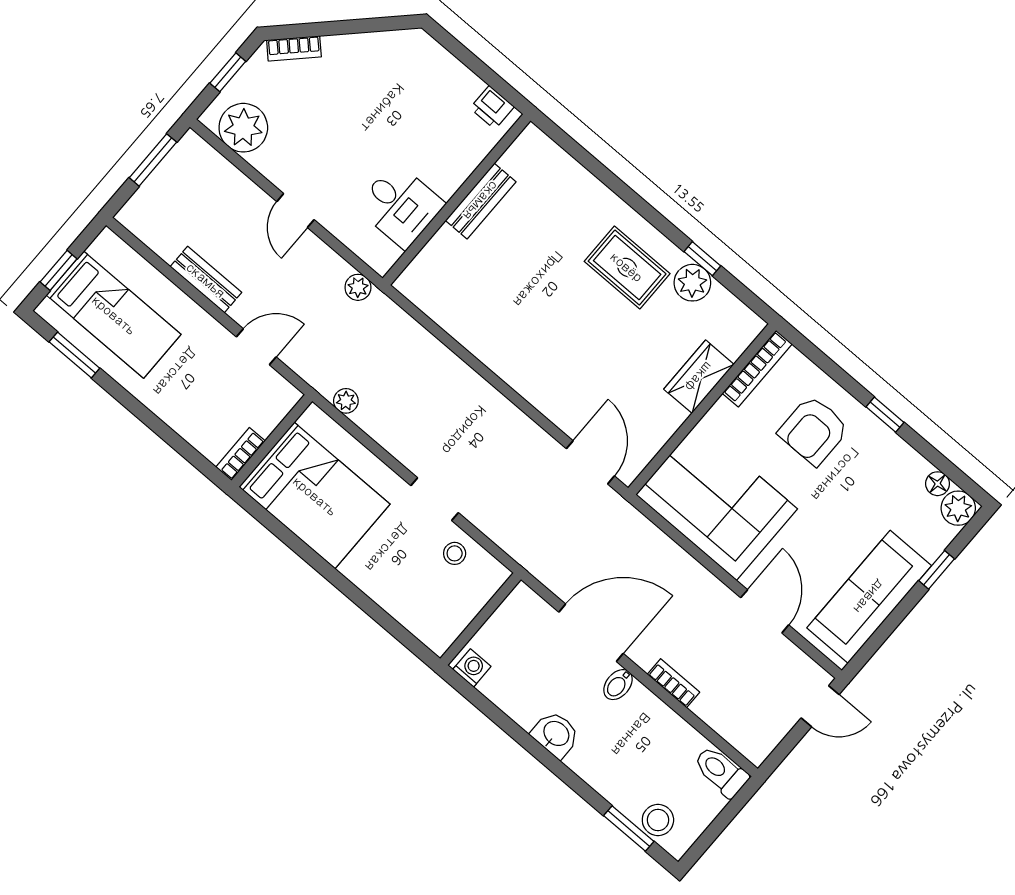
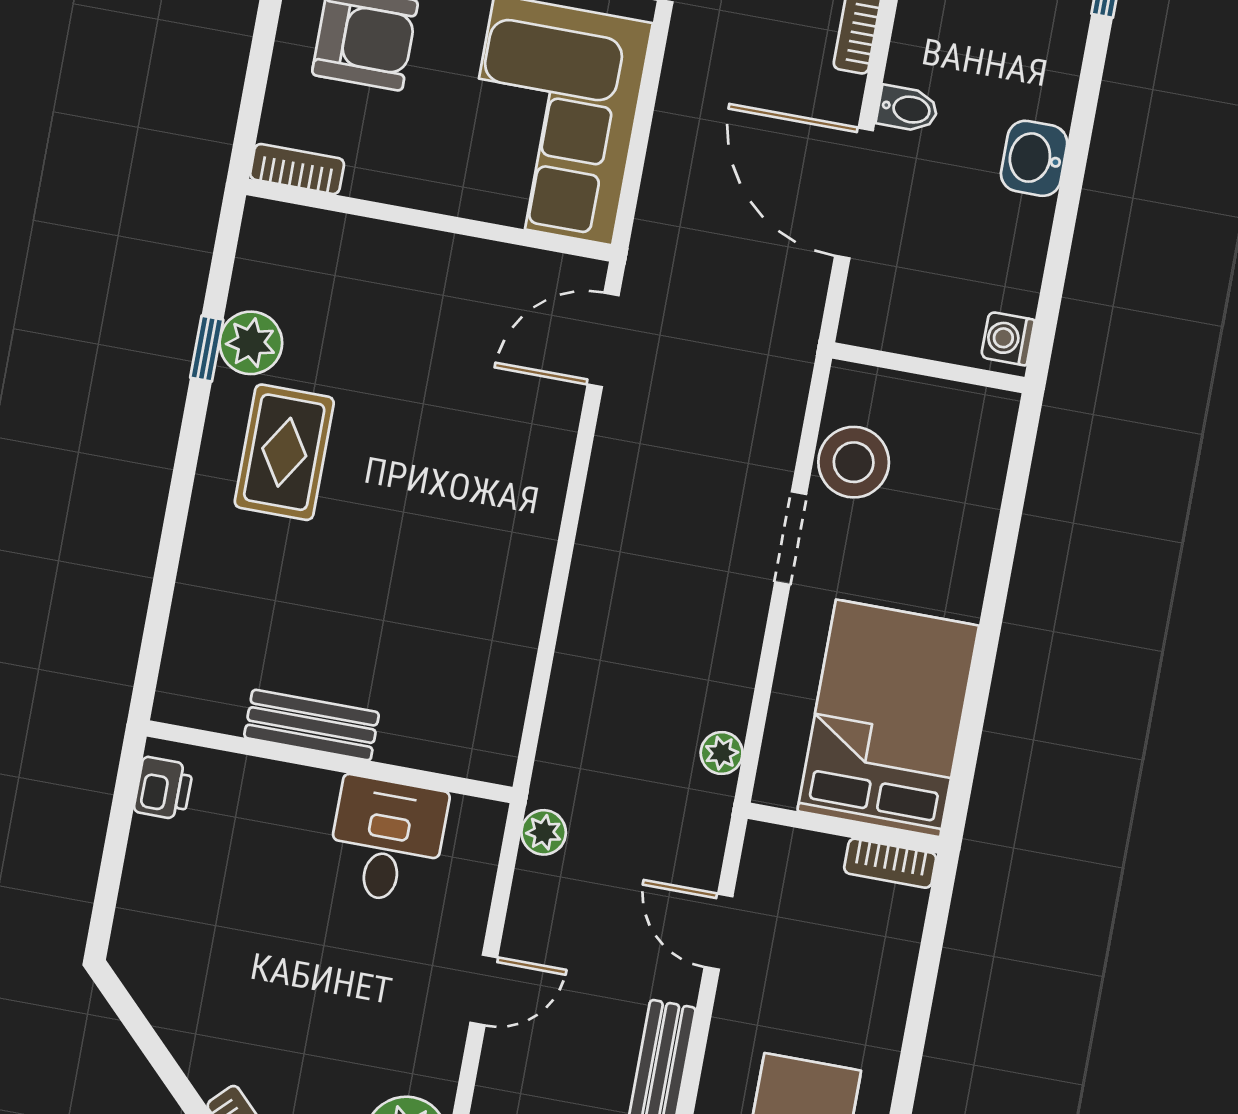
bookcase: (757, 369) -> (297, 169), width x0.64
wardrobe: (699, 377) -> (384, 253), removed
stool: (455, 553) -> (854, 462), width x1.89, depth x1.89

